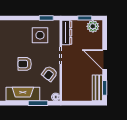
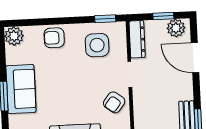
door: (105, 59) -> (195, 58), moved
armchair: (25, 64) -> (54, 38), moved

